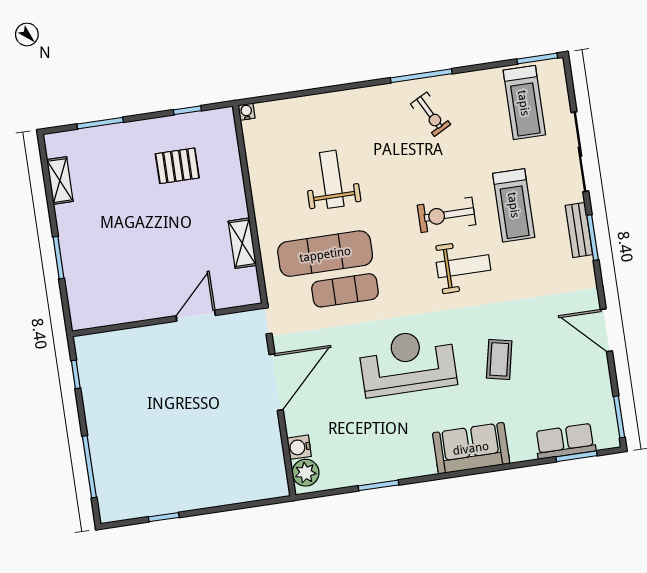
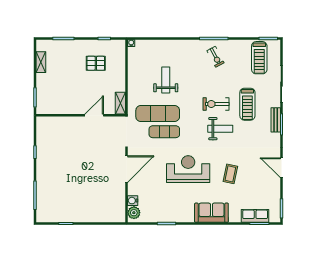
door: (196, 316) -> (94, 115), moved
wall: (167, 320) -> (81, 115), moved

